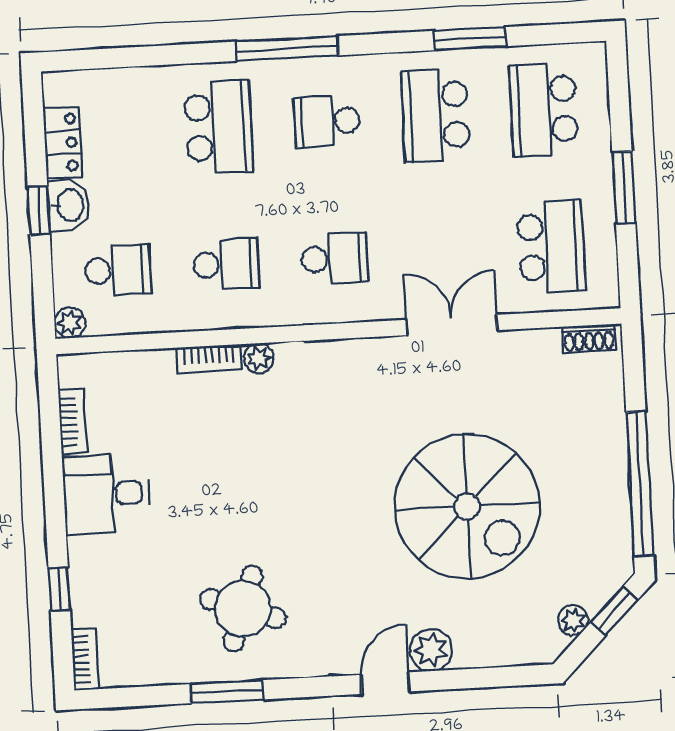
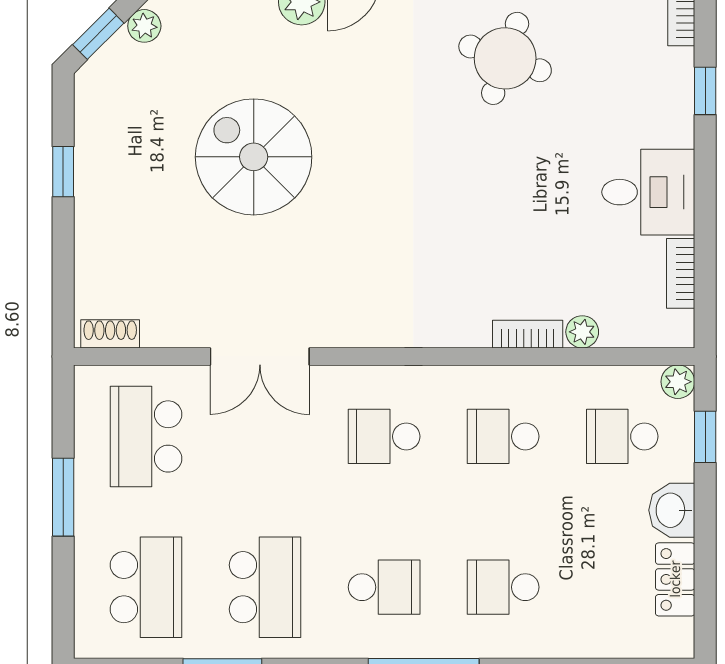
school desk: (219, 127) -> (503, 587), width x0.54
window: (39, 211) -> (705, 437), moved
plant: (259, 358) -> (582, 332), moved
window: (640, 484) -> (63, 172), width x0.32
spiral stairs: (467, 506) -> (254, 157), width x0.73, depth x0.73

